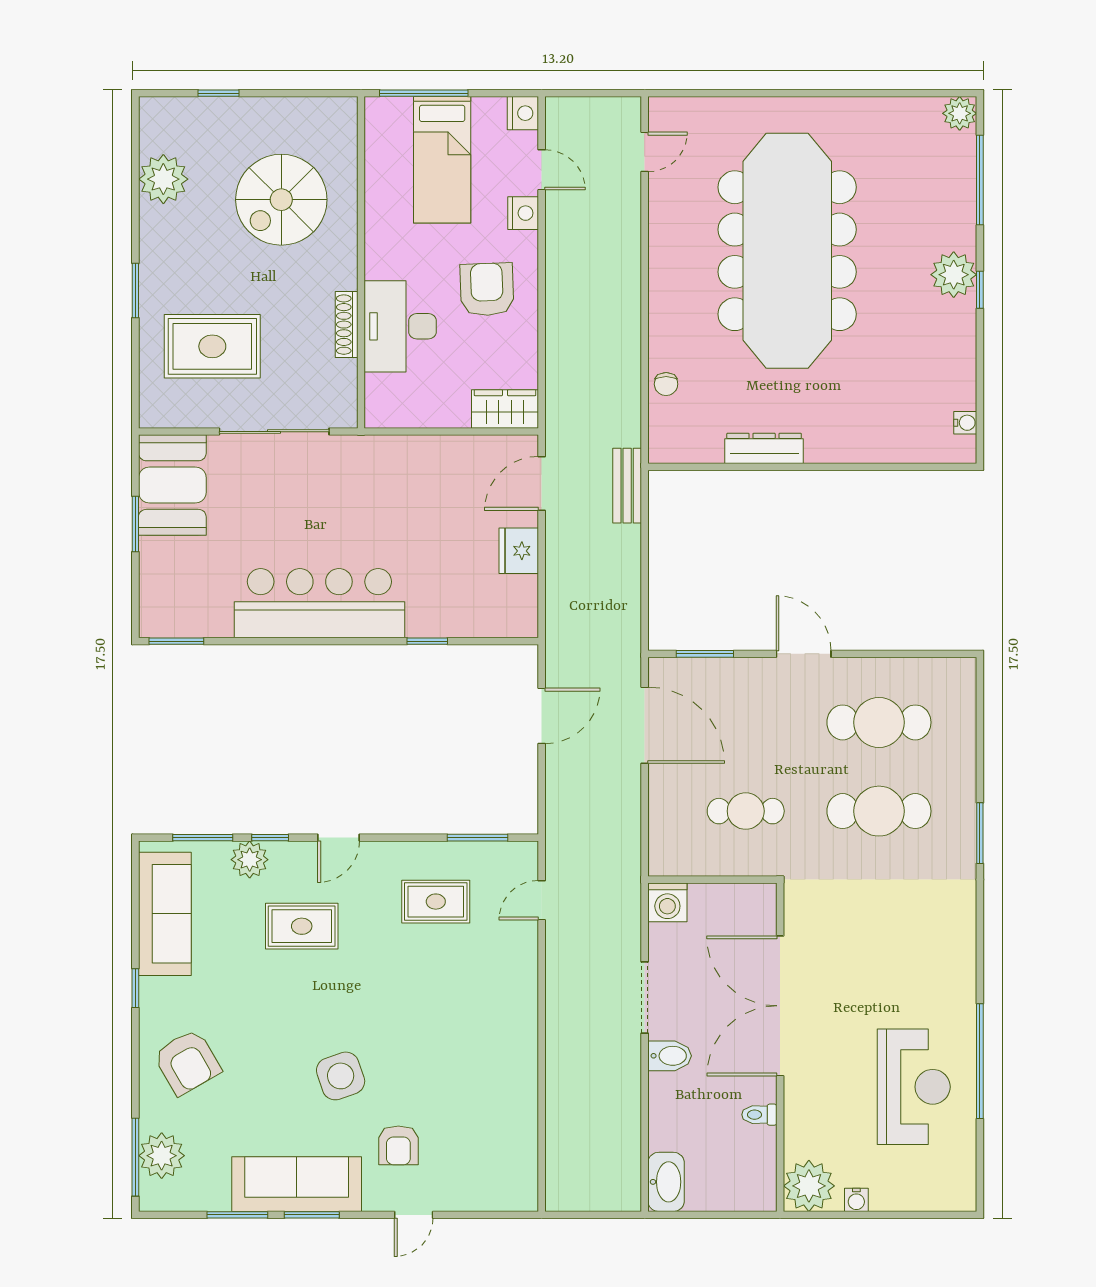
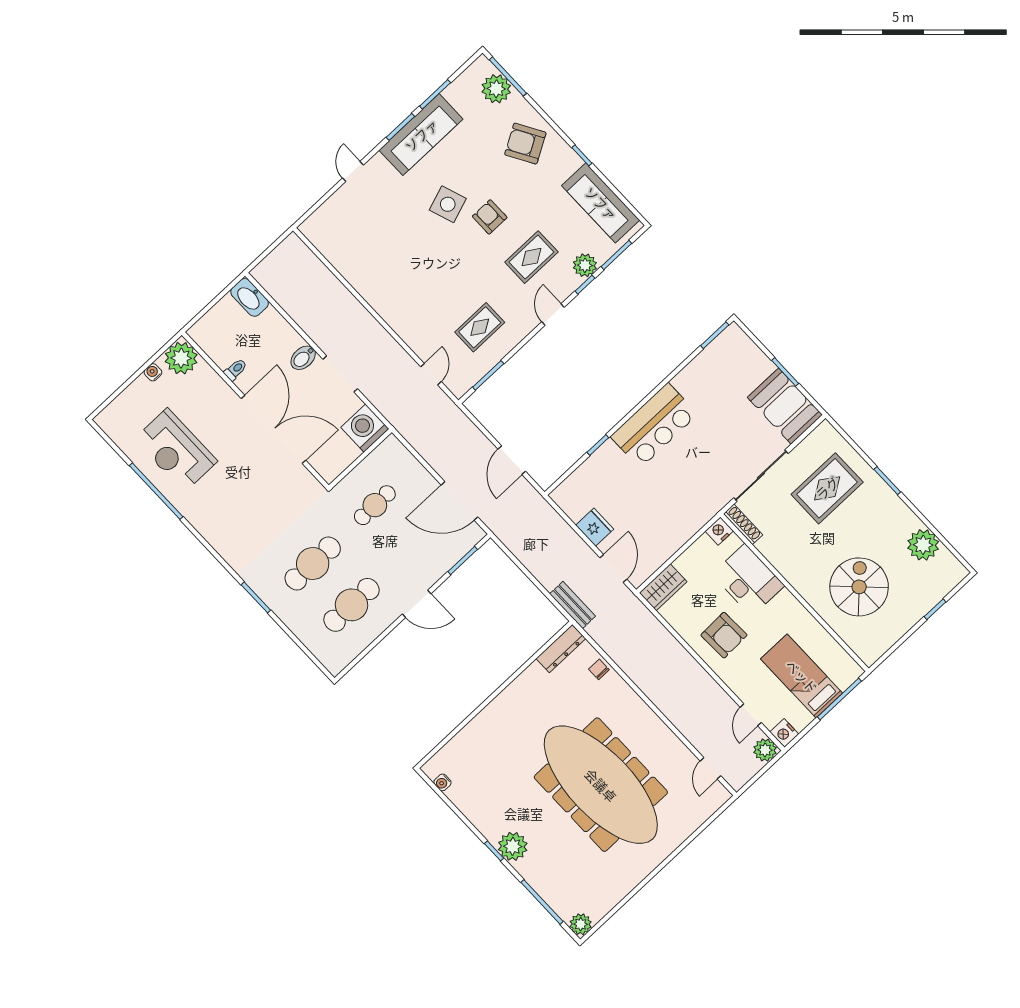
plant: (563, 114) -> (765, 750), added
door: (542, 170) -> (751, 715), hinge flipped
nightstand: (523, 213) -> (719, 531), moved, turned 90
shoe rack: (347, 325) -> (743, 524), moved
dresser: (764, 448) -> (561, 649), moved
bar counter: (319, 603) -> (654, 425), width x0.73
washing machine: (667, 902) -> (365, 428), width x1.37, depth x1.37
armchair: (398, 1145) -> (490, 217), moved

